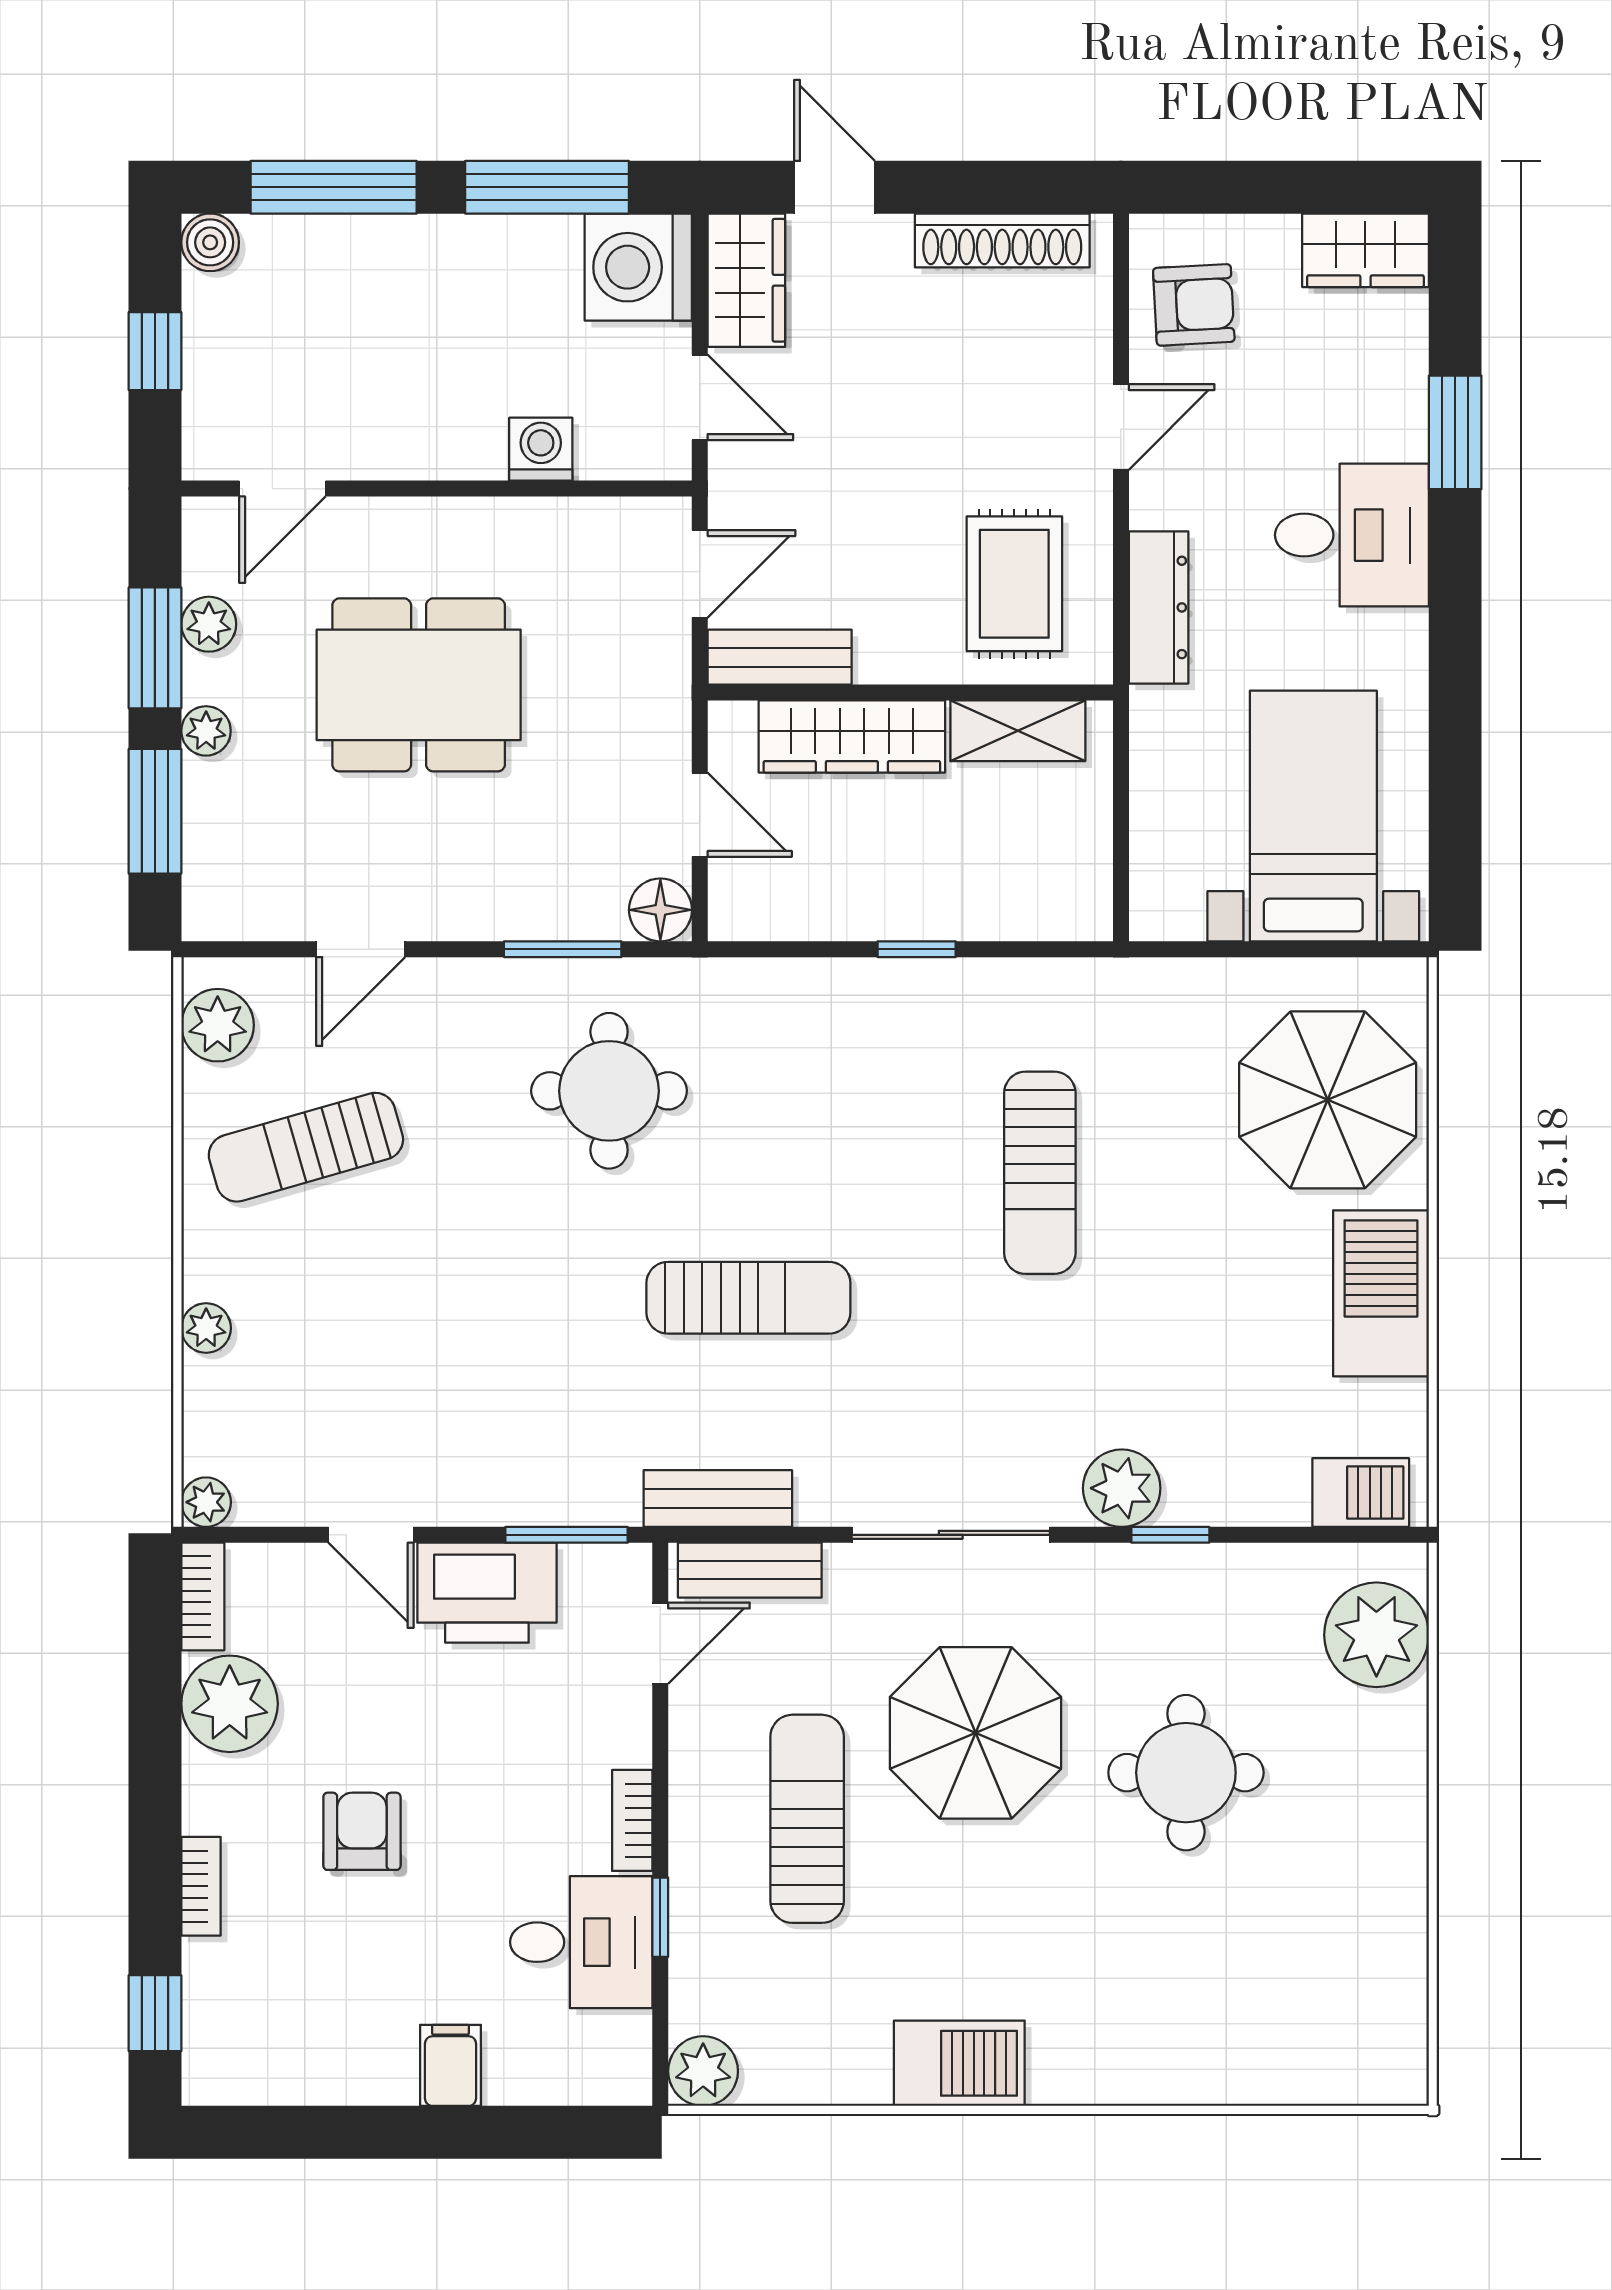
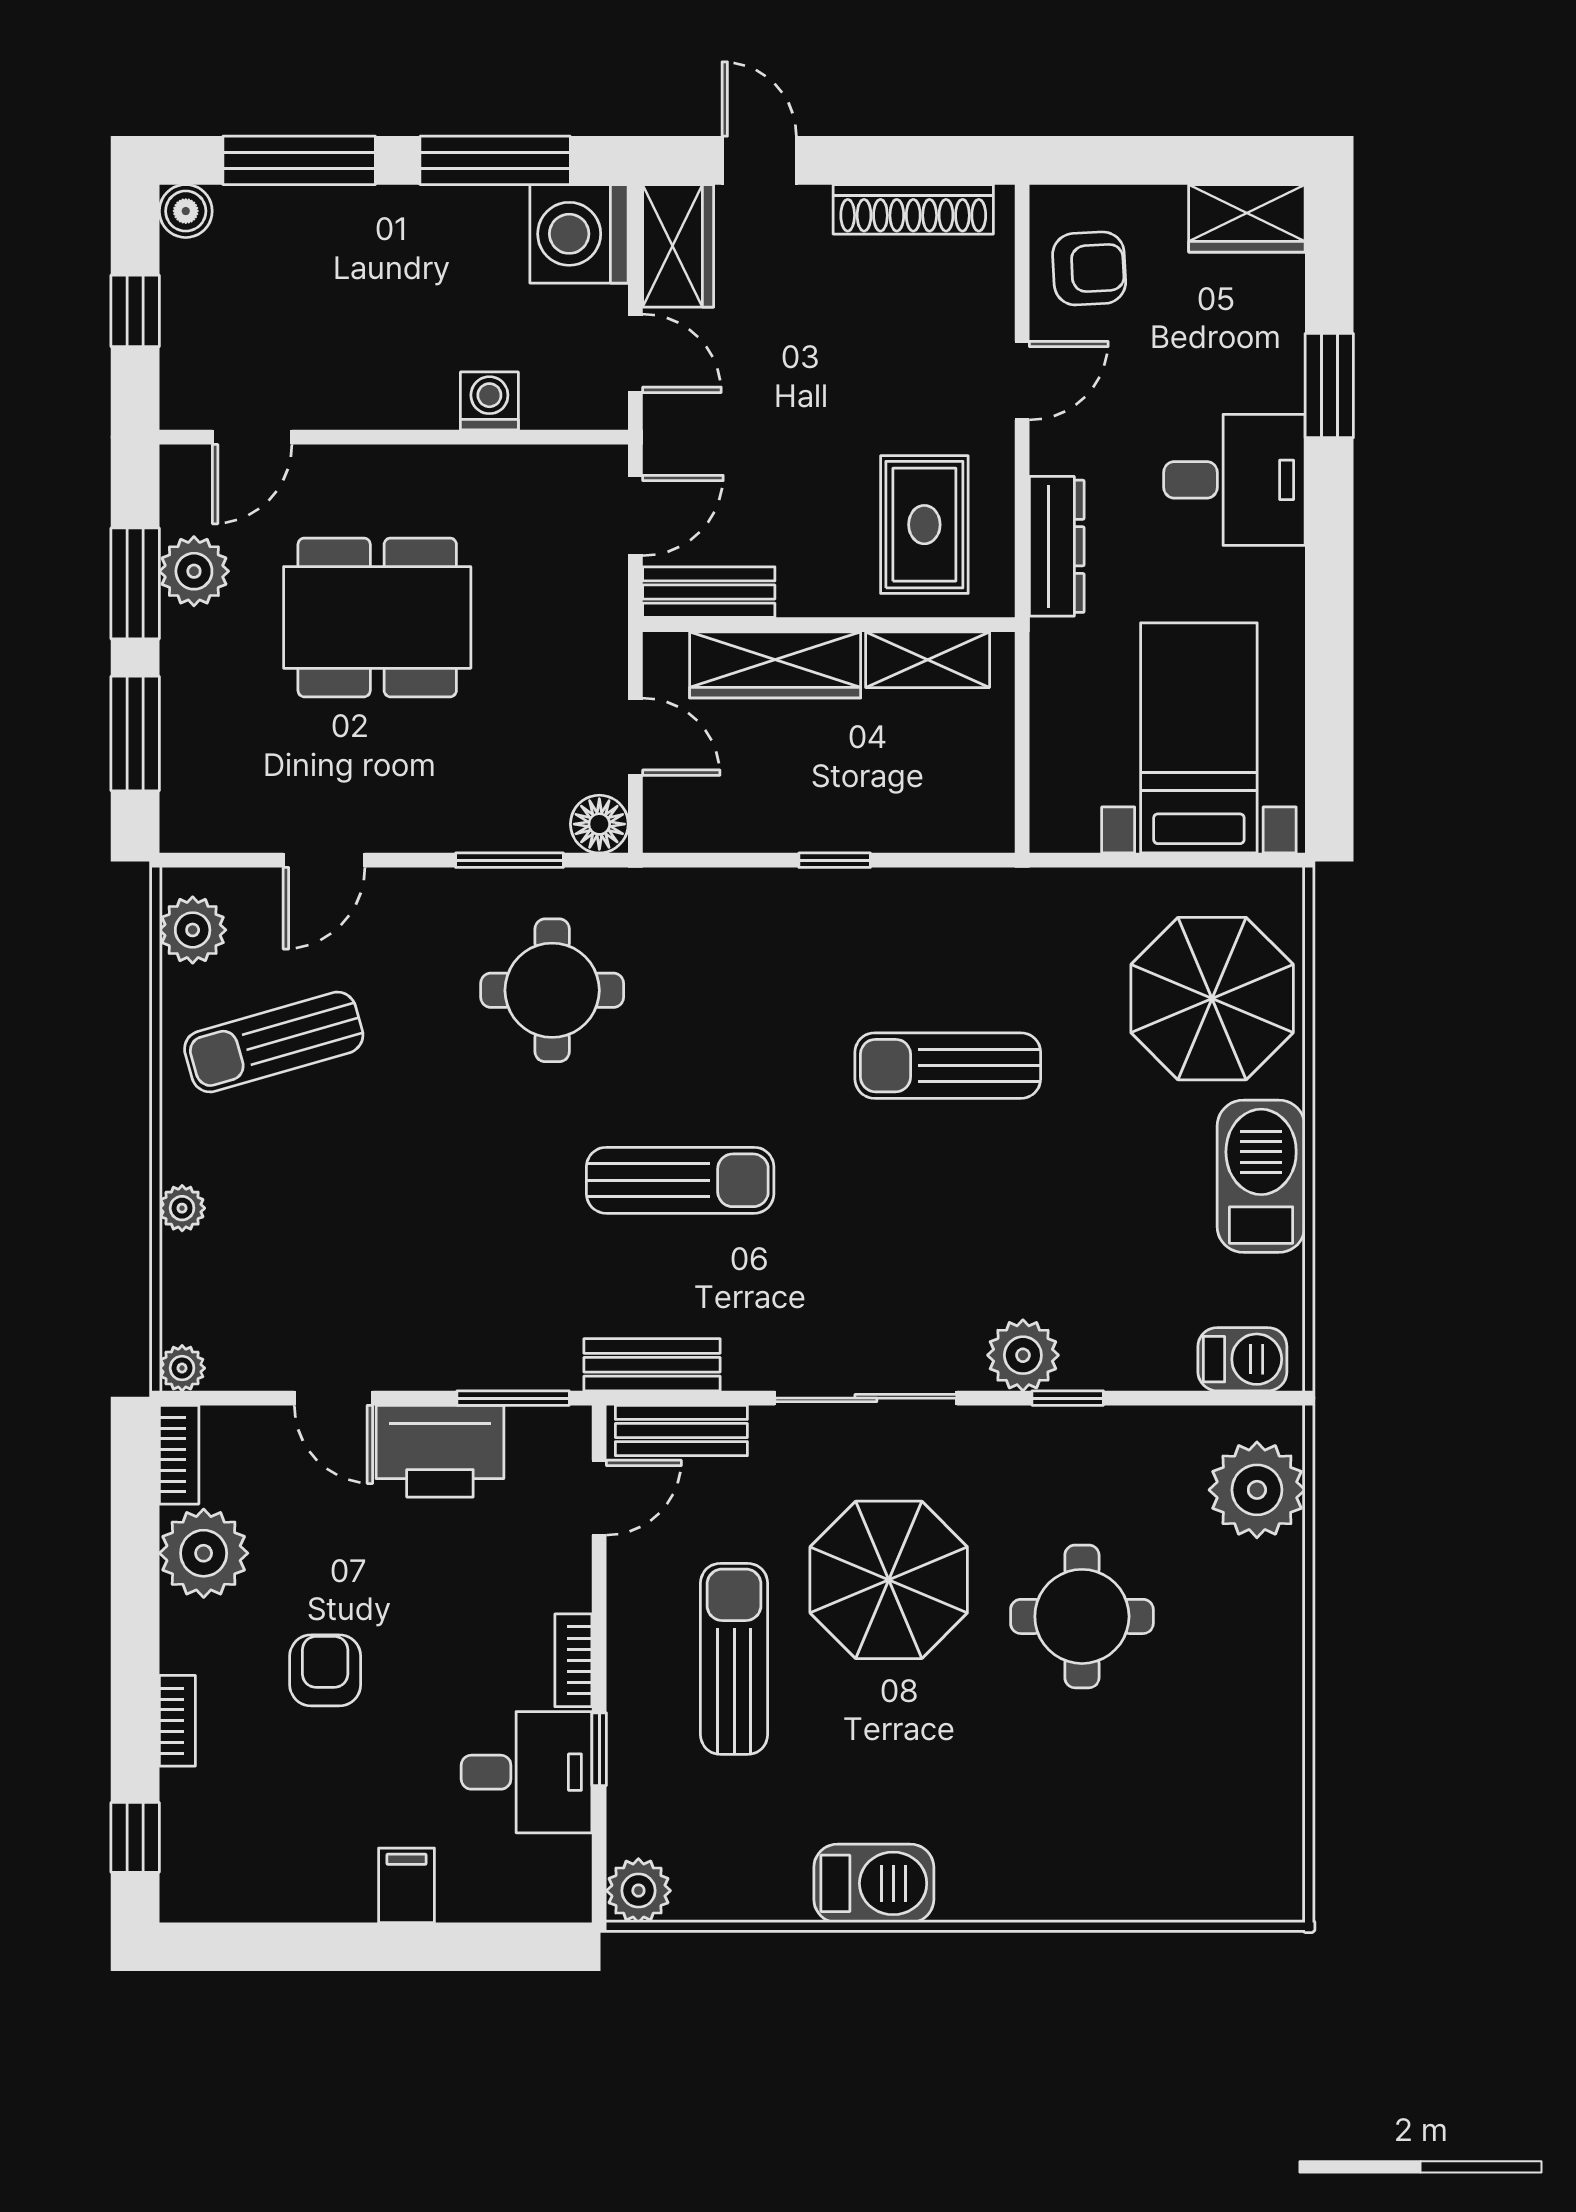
plant: (209, 624) -> (194, 571), width x1.38, depth x1.38
plant: (206, 731) -> (182, 660), removed
sun lounger: (1040, 1173) -> (948, 1066), turned 90

